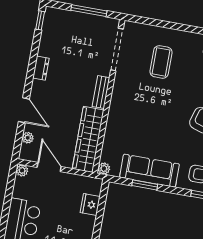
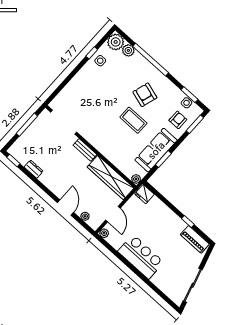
coffee table: (161, 62) -> (133, 120), moved
dresser: (41, 68) -> (34, 169), moved
door: (24, 110) -> (66, 208), hinge flipped
door: (49, 167) -> (113, 214), swing flipped
fridge: (90, 204) -> (144, 194), moved

